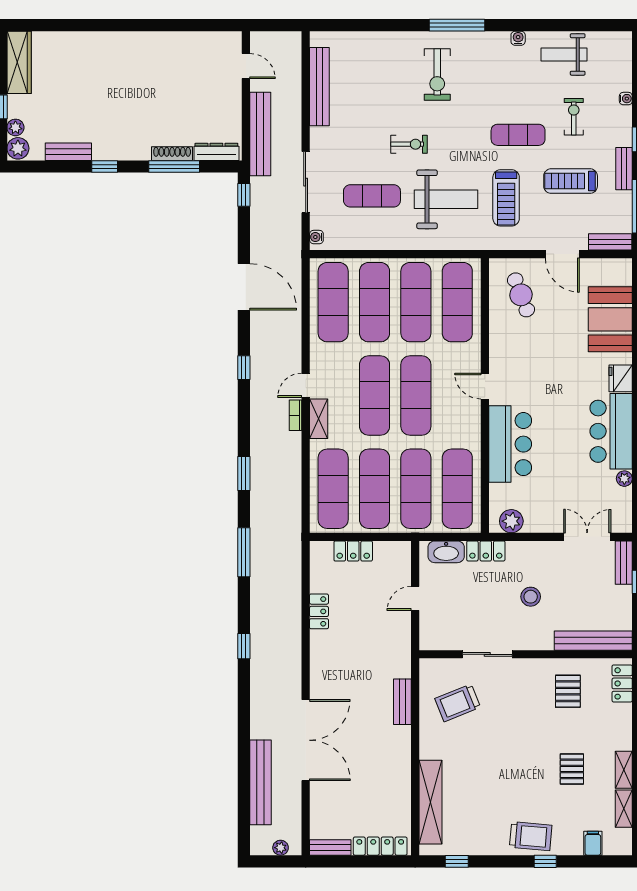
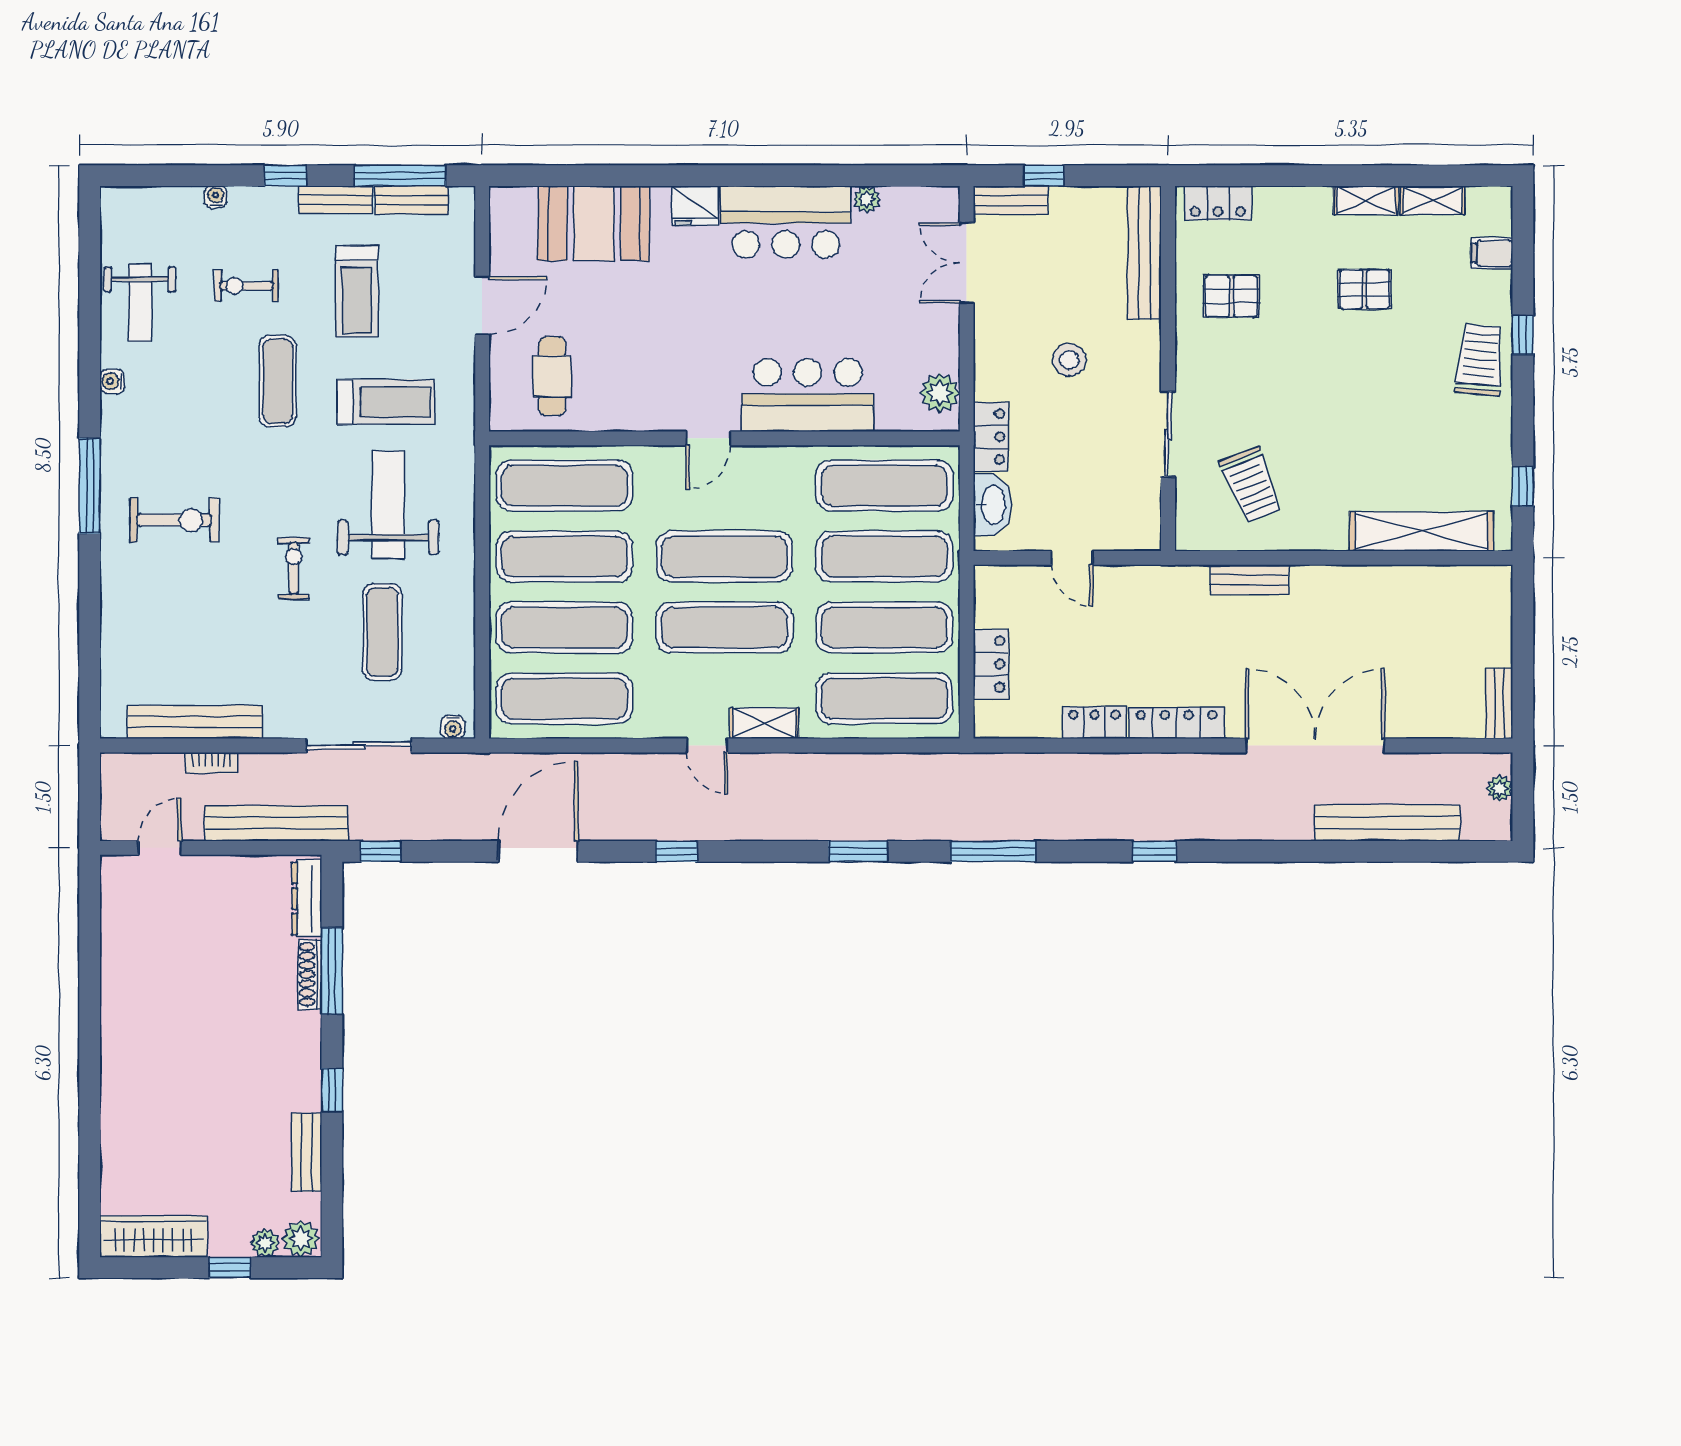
bench: (610, 242) -> (412, 200), moved, turned 90
cafe table: (521, 295) -> (552, 376), turned -69
bookcase: (295, 415) -> (211, 763), moved
locker: (380, 846) -> (1177, 723), moved, turned 90

